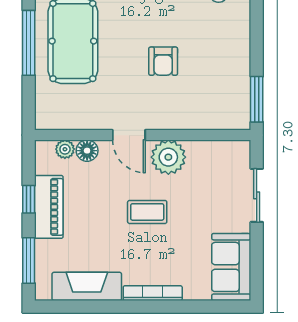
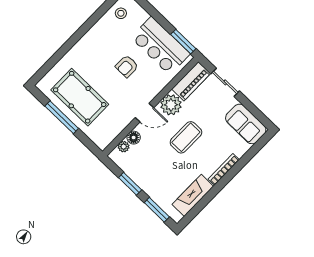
armchair: (163, 61) -> (127, 66), turned 90
bar counter: (226, 77) -> (160, 46), added
window: (29, 199) -> (130, 184), width x1.50
piano: (49, 207) -> (191, 81), moved, turned 90
coffee table: (147, 212) -> (186, 137), width x1.36, depth x1.30

